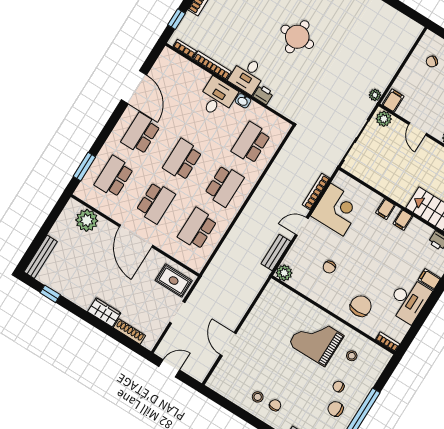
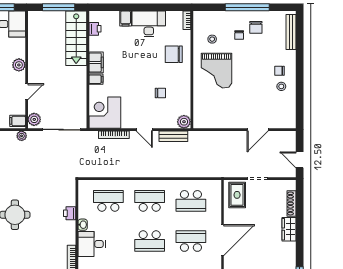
desk: (248, 75) -> (63, 233), removed
school desk: (251, 143) -> (108, 201), turned 180
corner desk: (337, 210) -> (105, 113), moved
filing cabinet: (403, 220) -> (96, 62), width x2.00

